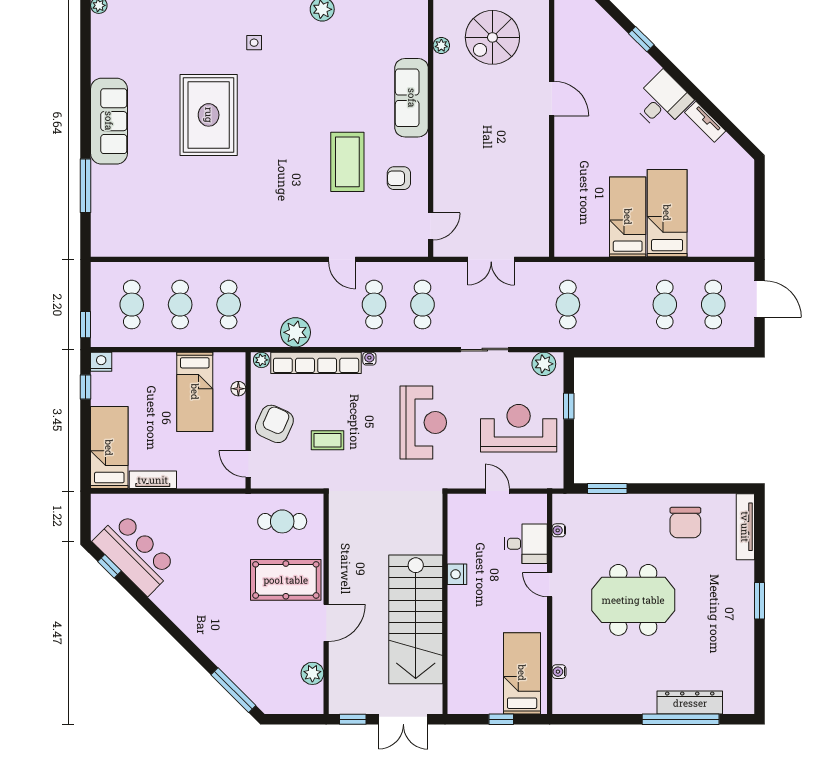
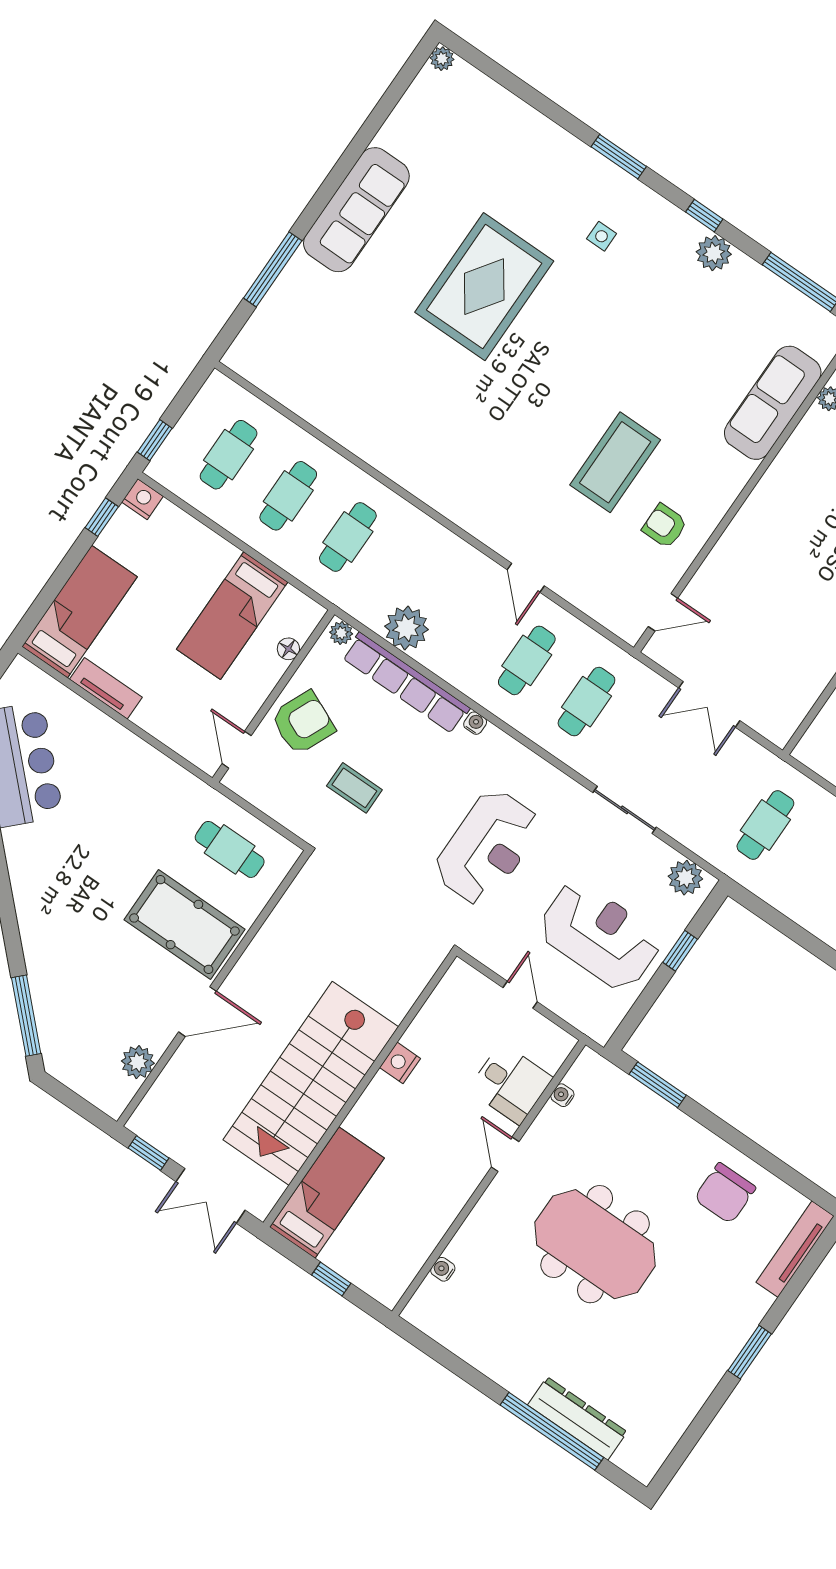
sofa: (412, 98) -> (773, 403), moved
bed: (522, 673) -> (327, 1193), moved

